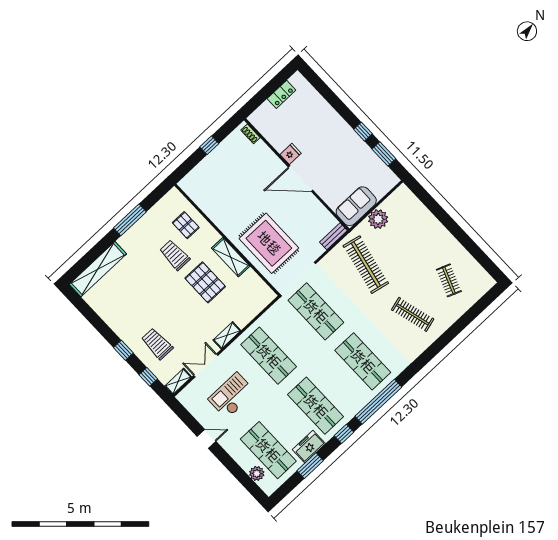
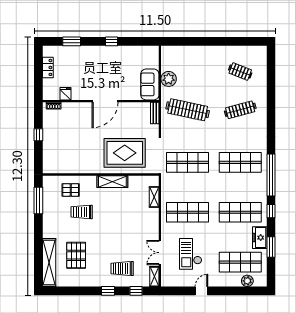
fridge: (291, 154) -> (66, 94), moved
window: (384, 154) -> (72, 41), moved
window: (130, 220) -> (38, 200), moved
pallet: (205, 282) -> (76, 255), moved, turned 90
shelving: (227, 335) -> (154, 197), moved

